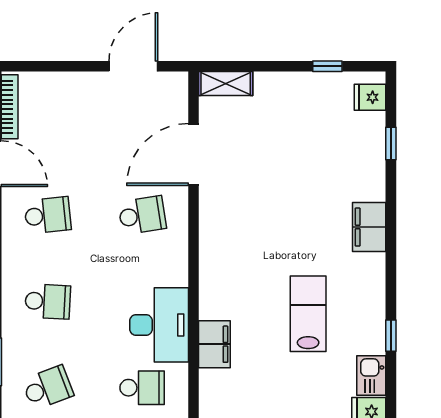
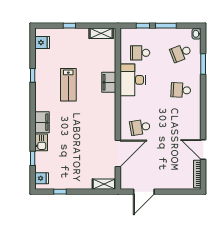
school desk: (48, 215) -> (181, 127), removed
filing cabinet: (214, 344) -> (109, 82), moved
kitchen sink: (371, 375) -> (41, 142), moved

